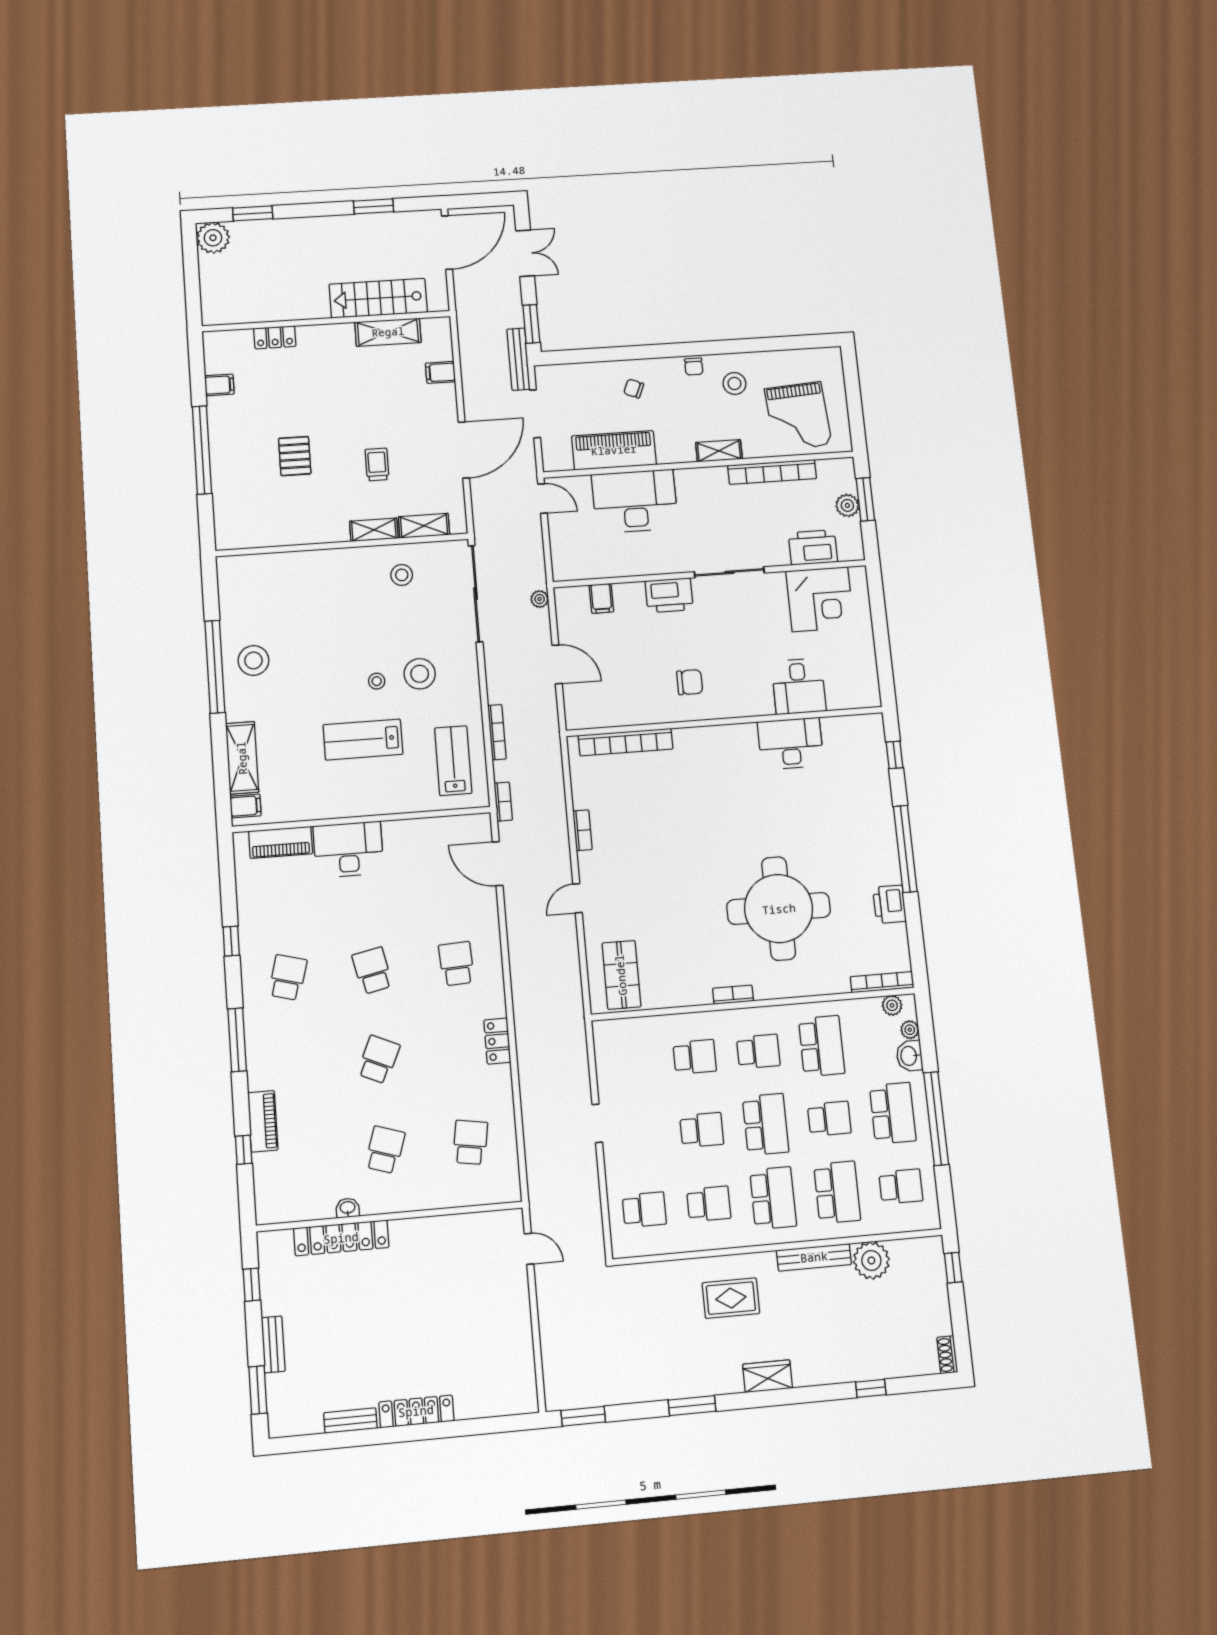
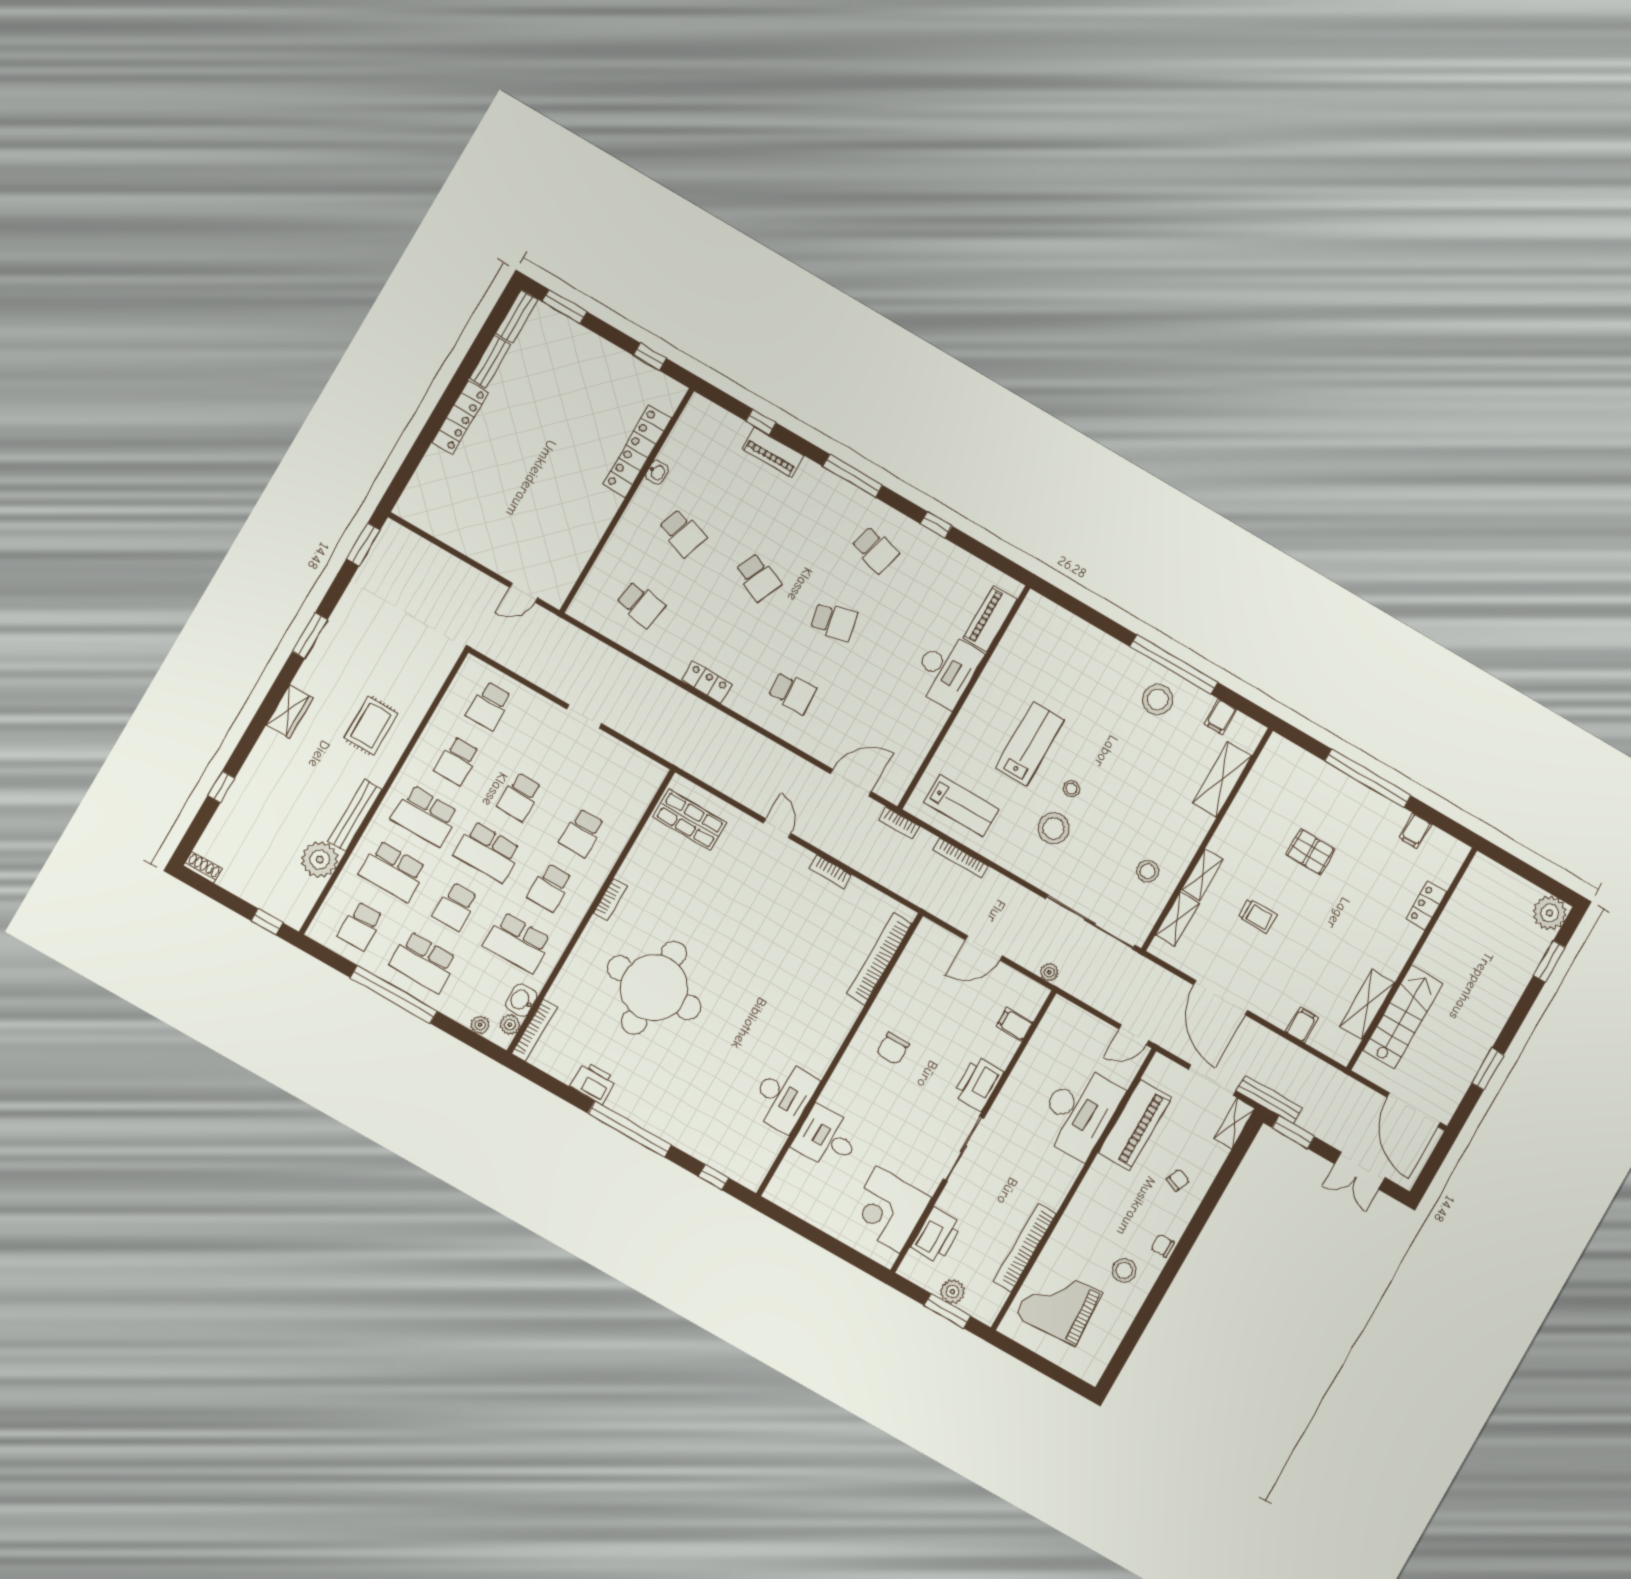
shelving: (719, 451) -> (1235, 1123), moved
shelving: (242, 758) -> (1222, 780), moved, turned 90
filing cabinet: (245, 806) -> (1221, 717), moved
washbasin: (909, 1056) -> (521, 1000), moved, turned -90
bench: (273, 1344) -> (517, 317), moved, turned 90

